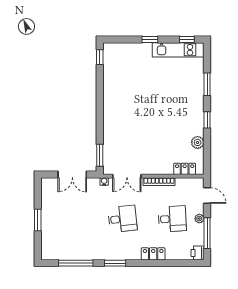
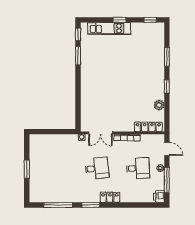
kitchen unit: (178, 50) -> (109, 28), moved
window: (100, 155) -> (78, 56), moved
locker: (185, 169) -> (148, 127), width x1.53
double door: (72, 174) -> (55, 132), removed
locker: (153, 254) -> (110, 197), moved

